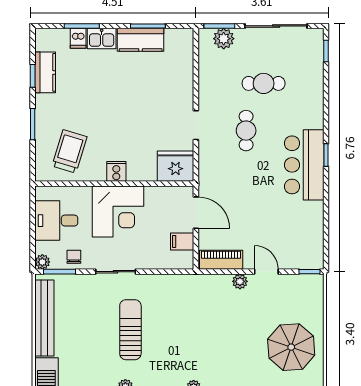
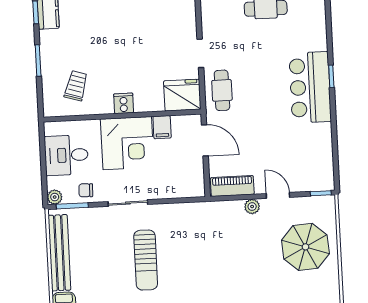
cafe table: (246, 131) -> (222, 90), moved
trolley: (69, 151) -> (76, 86), width x0.73, depth x0.72
filing cabinet: (182, 241) -> (162, 127), moved, turned -90
chair: (74, 257) -> (86, 190), turned -88
sun lounger: (130, 330) -> (146, 260), turned 180
parasol: (291, 347) -> (305, 247), moved

